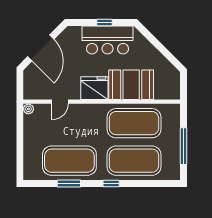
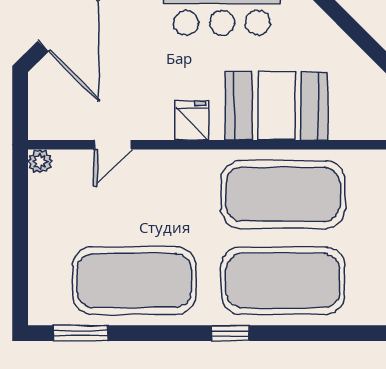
fridge: (94, 88) -> (192, 120), width x0.53, depth x0.75
window: (69, 184) -> (81, 333), moved

